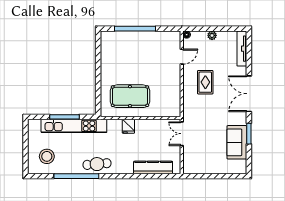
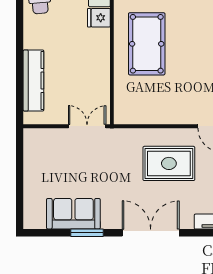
rug: (205, 82) -> (169, 163), width x1.36, depth x1.43
fridge: (128, 126) -> (99, 18), moved

